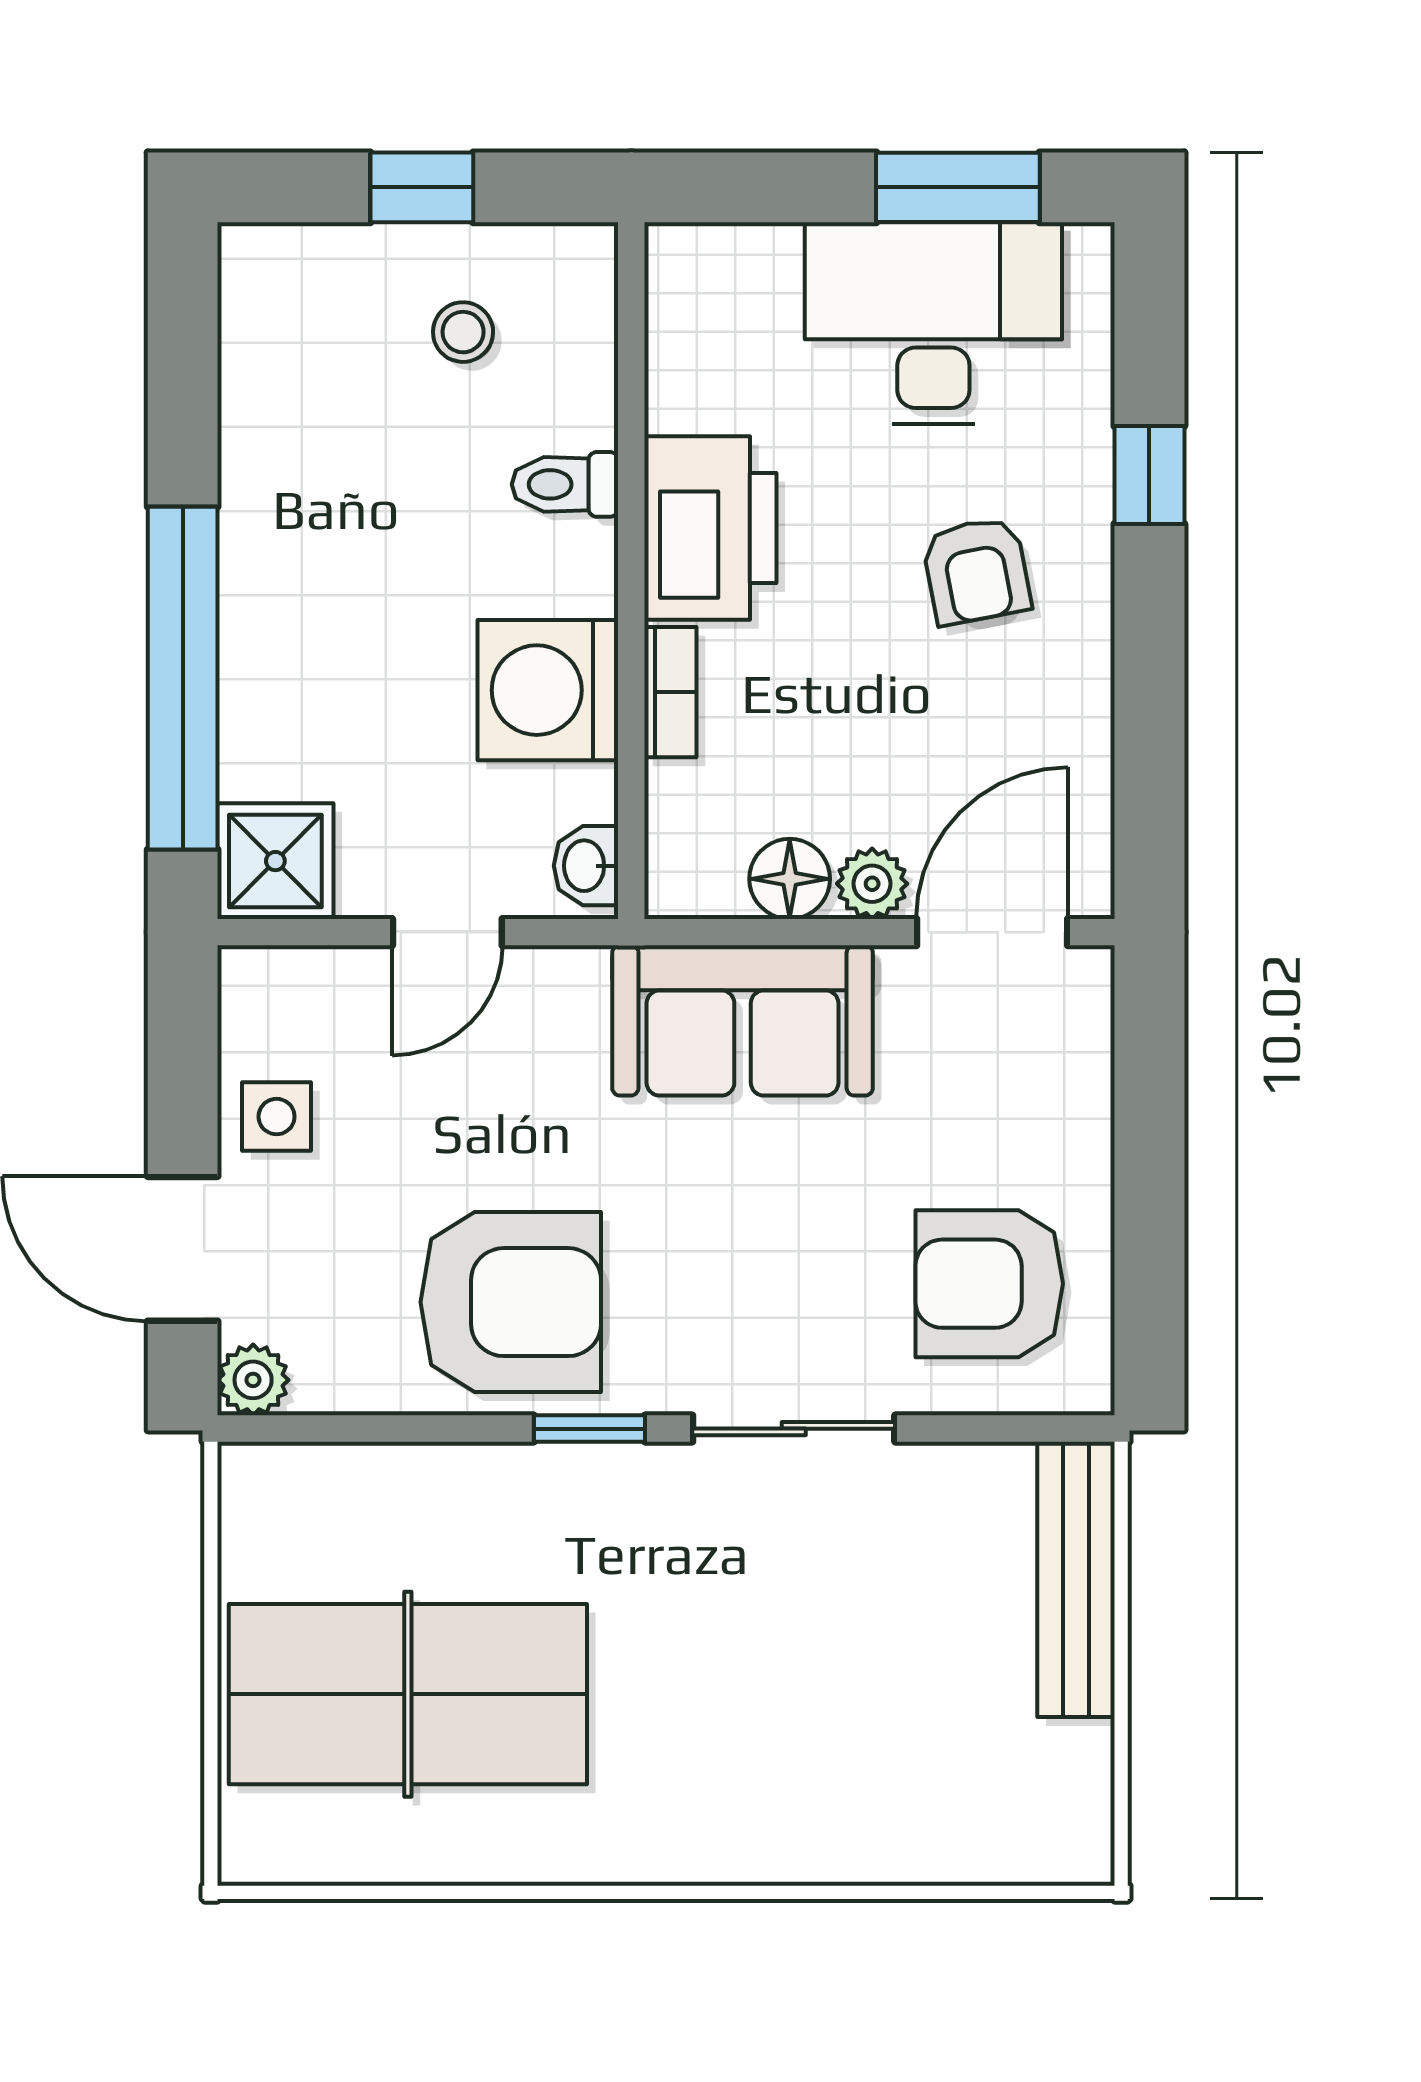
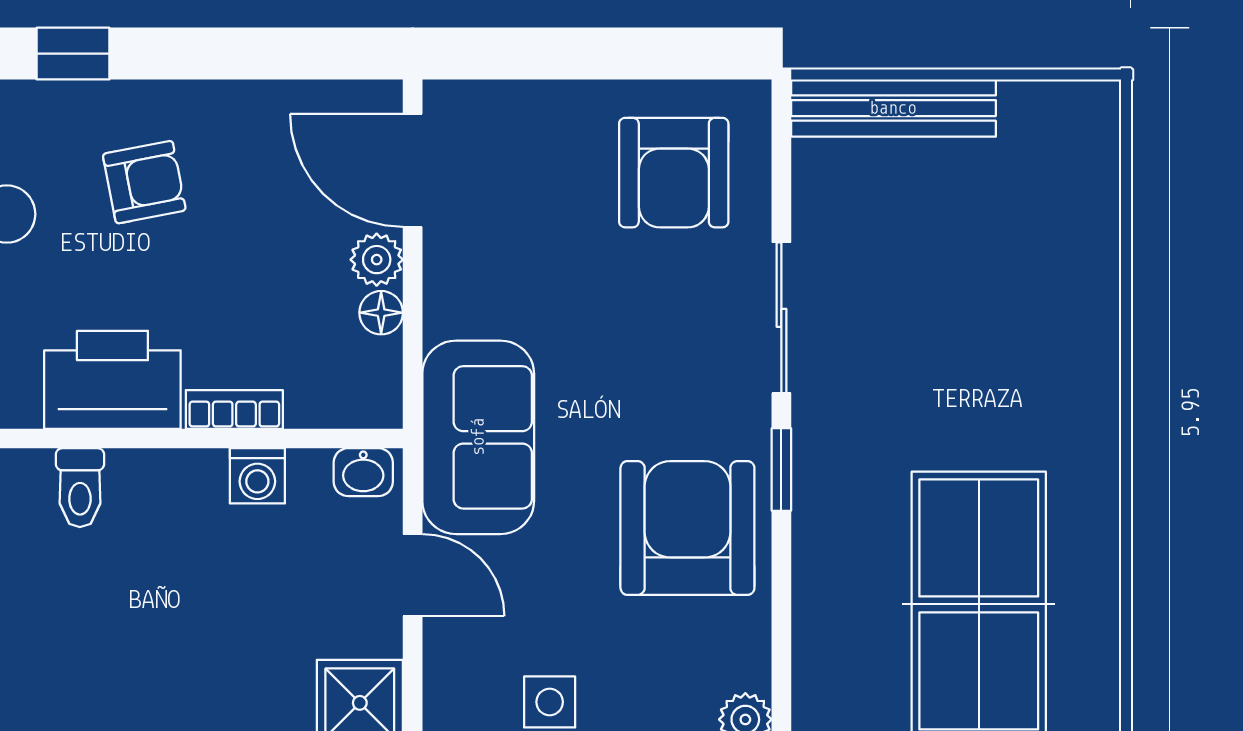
washing machine: (548, 690) -> (257, 476), width x0.53, depth x0.53
floor lamp: (790, 879) -> (381, 313), width x0.73, depth x0.73
sofa: (743, 1020) -> (478, 437), moved

